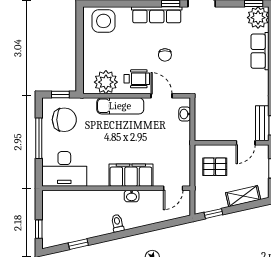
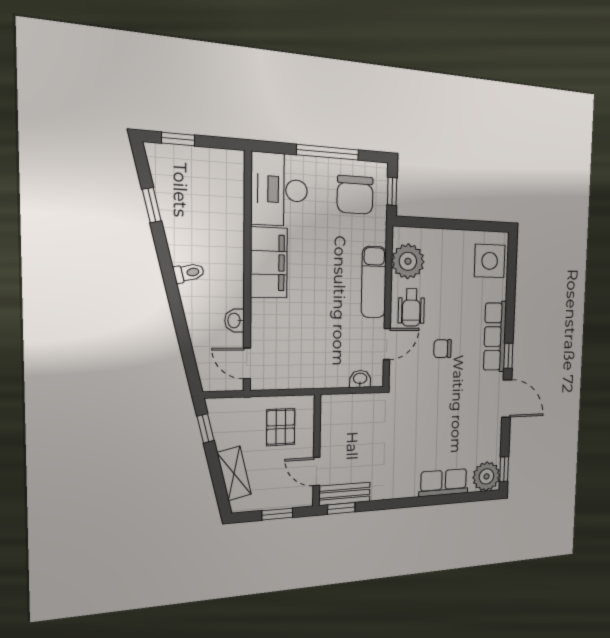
filing cabinet: (131, 175) -> (269, 263), moved
washbasin: (132, 196) -> (235, 320), moved

